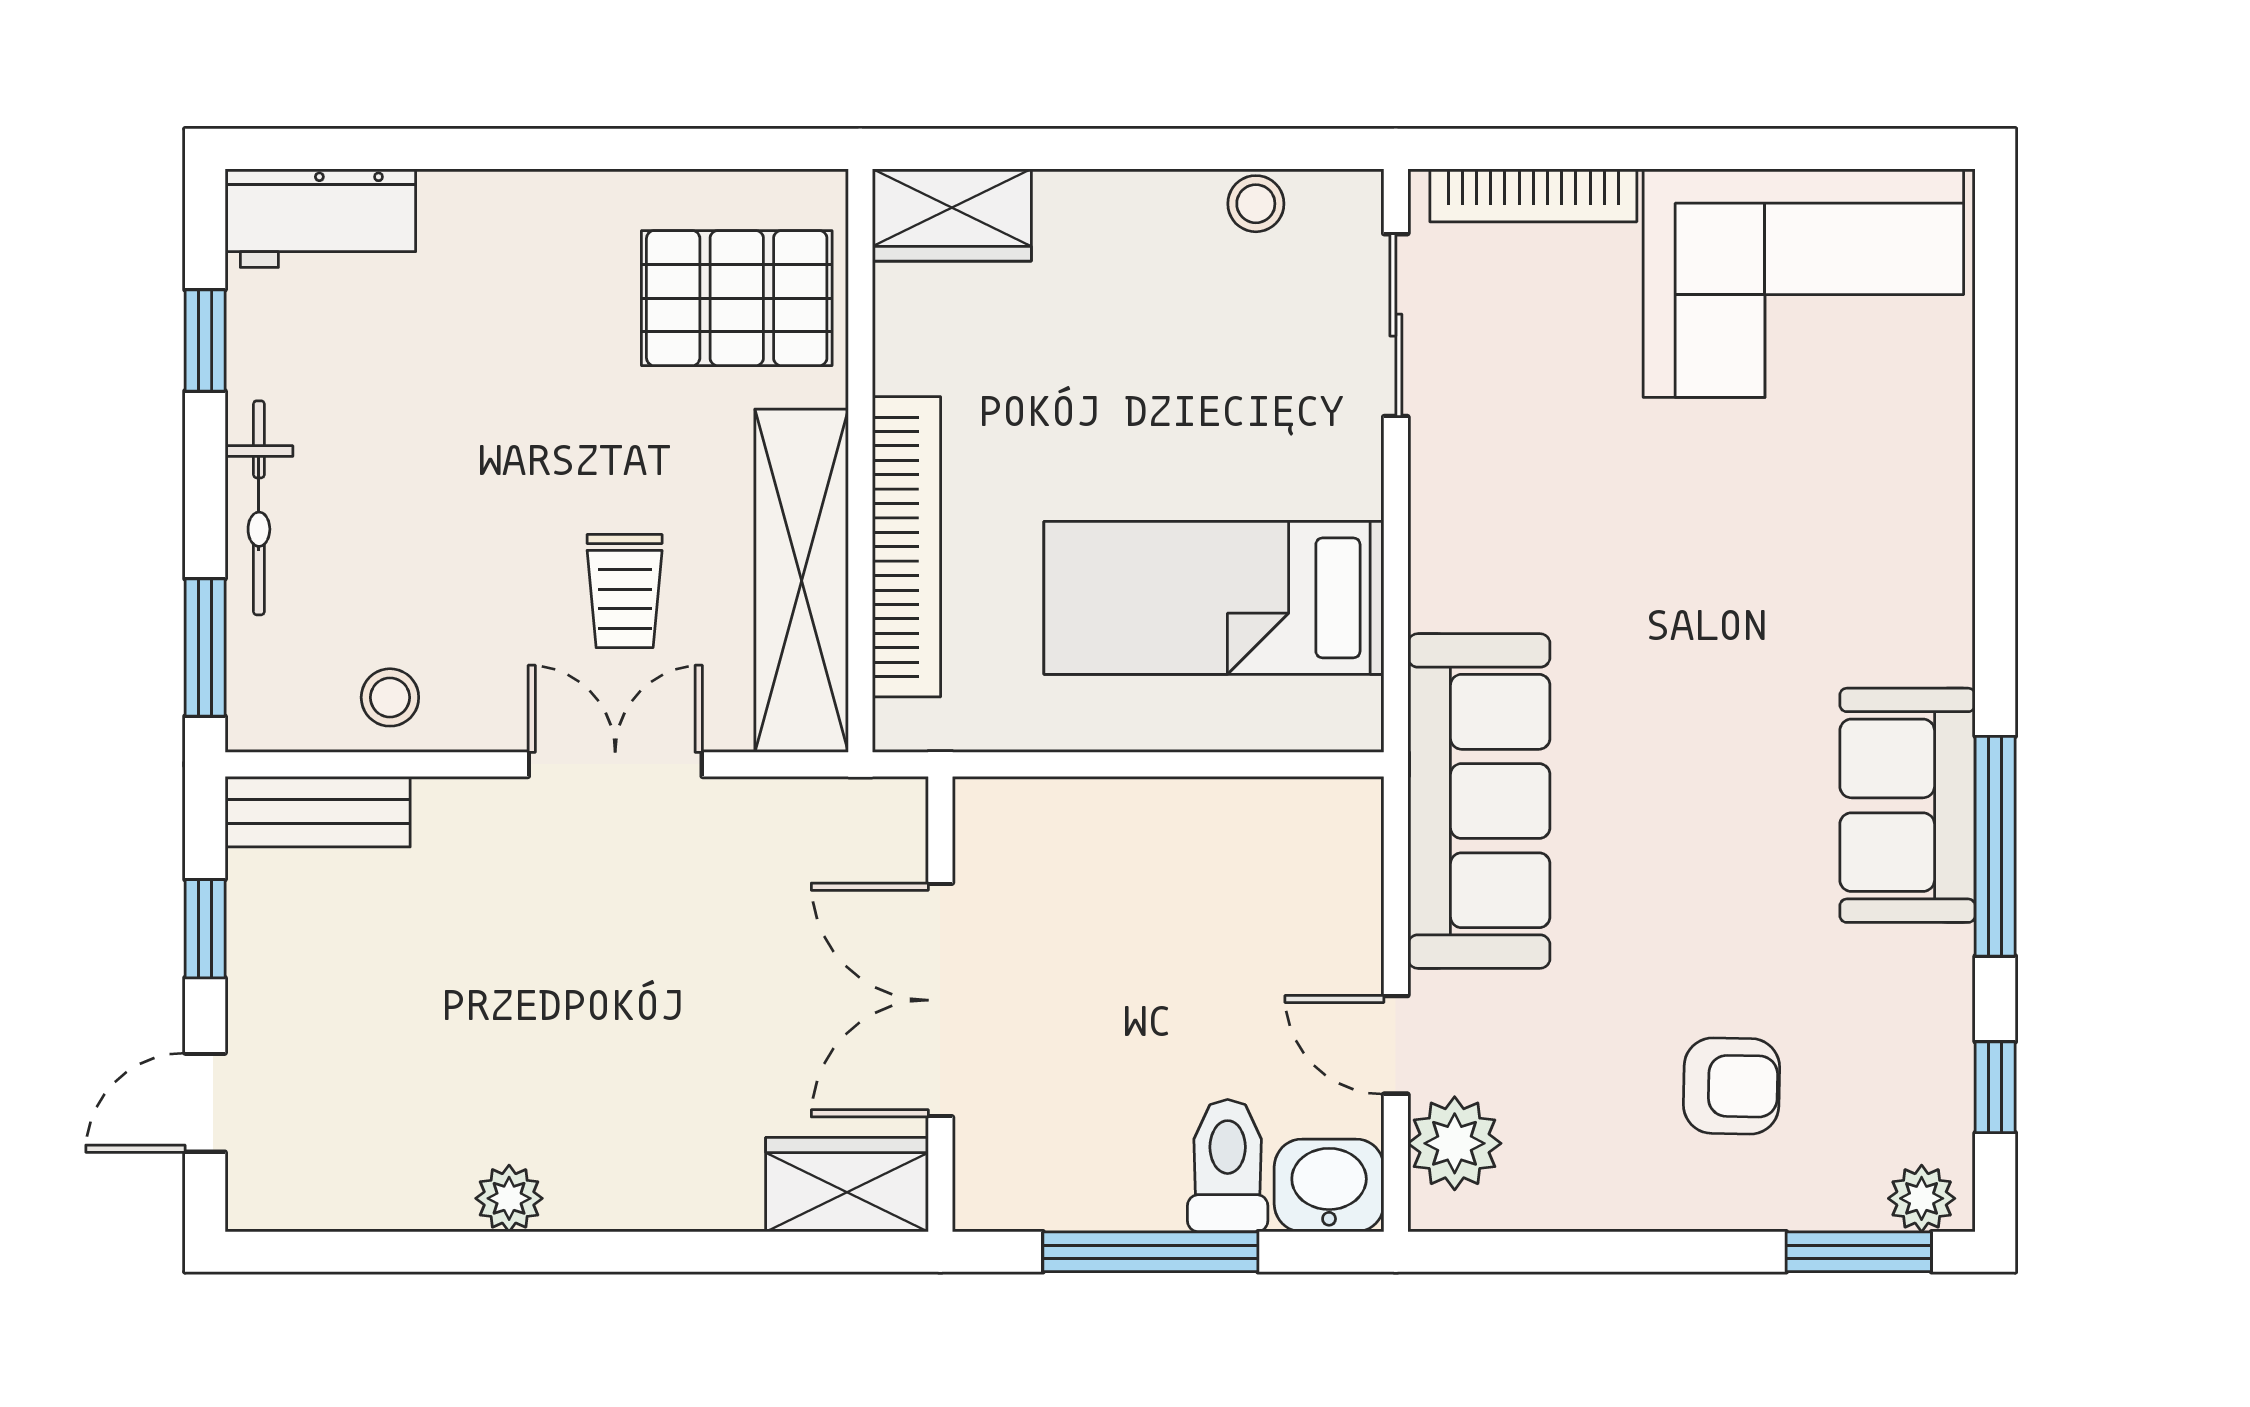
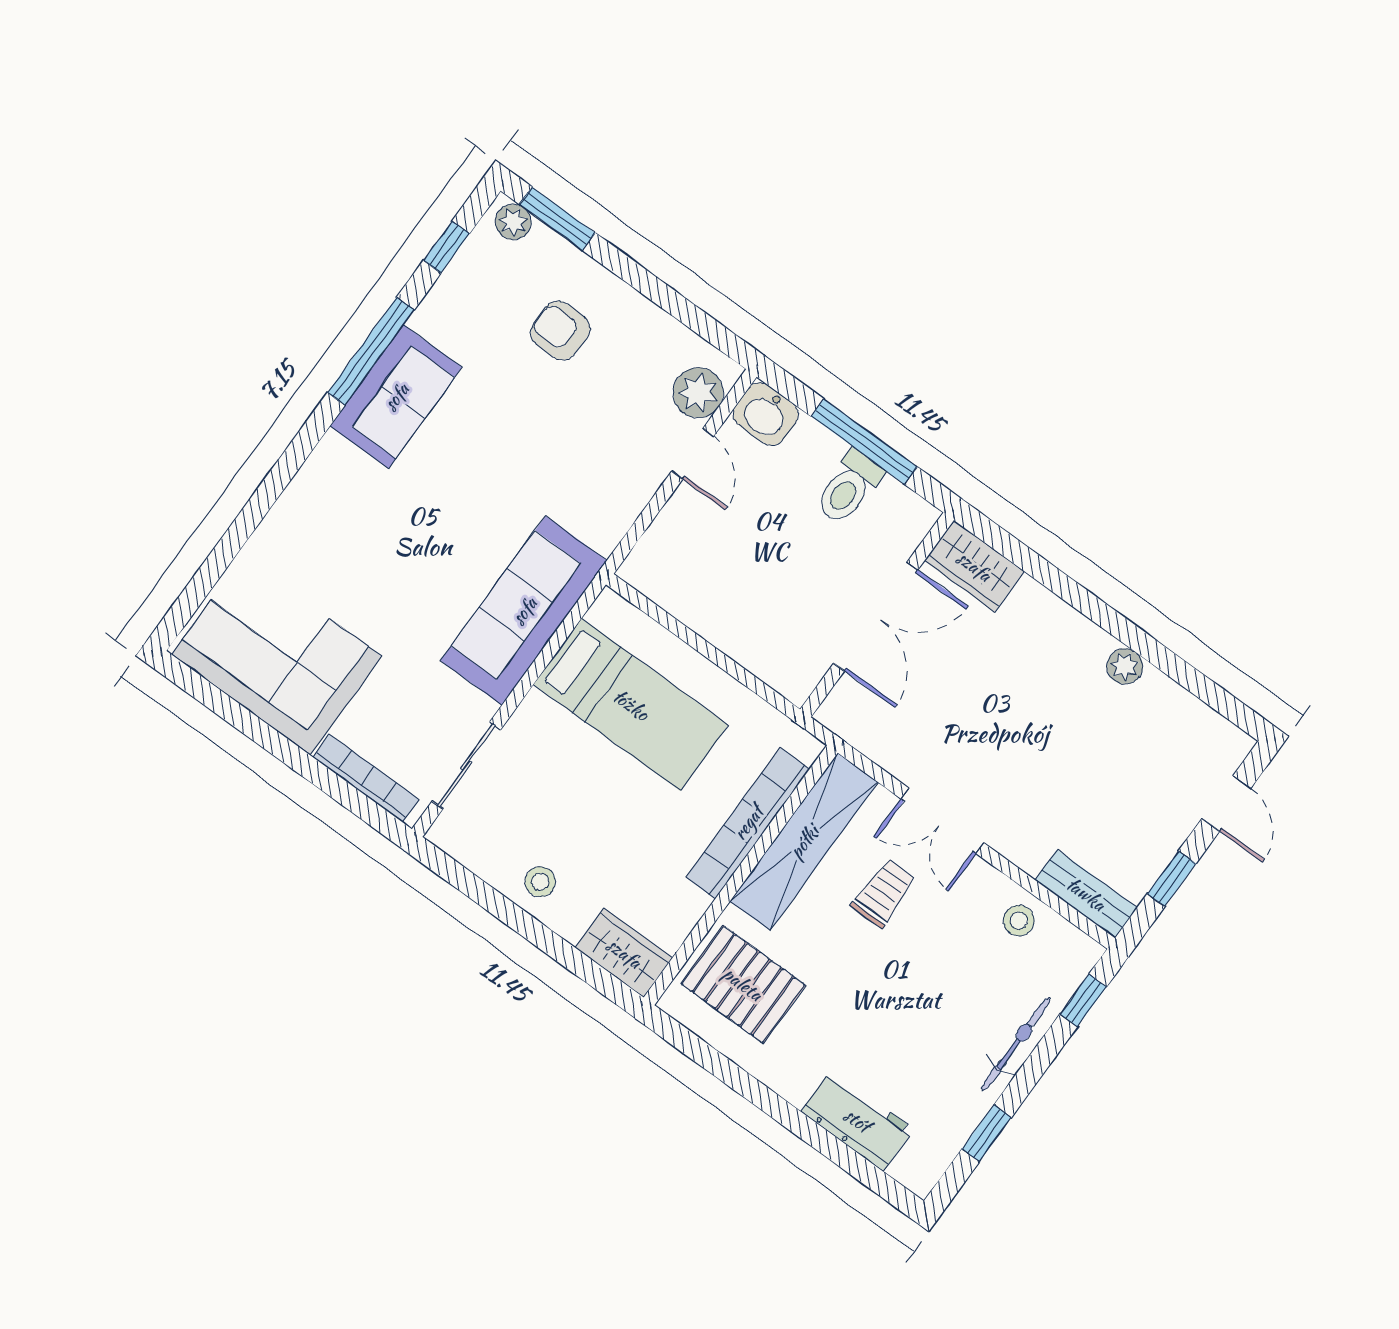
stool: (1256, 204) -> (540, 882), moved
workbench: (320, 218) -> (857, 1120), moved
window: (205, 648) -> (1083, 1000), width x0.67
sofa: (1479, 801) -> (524, 611), moved
door: (205, 1103) -> (1226, 803), hinge flipped
toilet: (1228, 1166) -> (849, 487), moved

